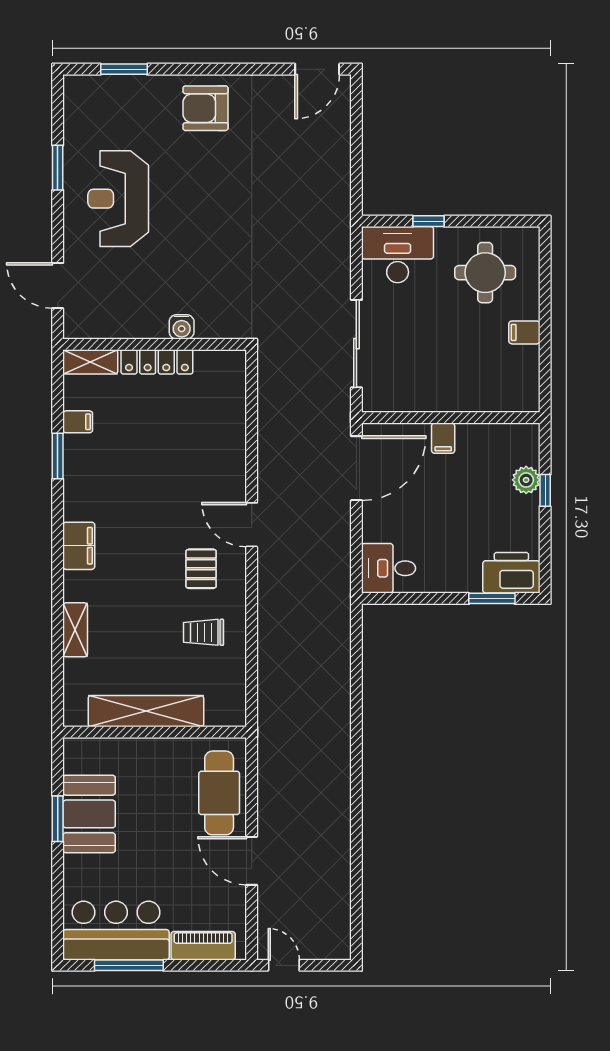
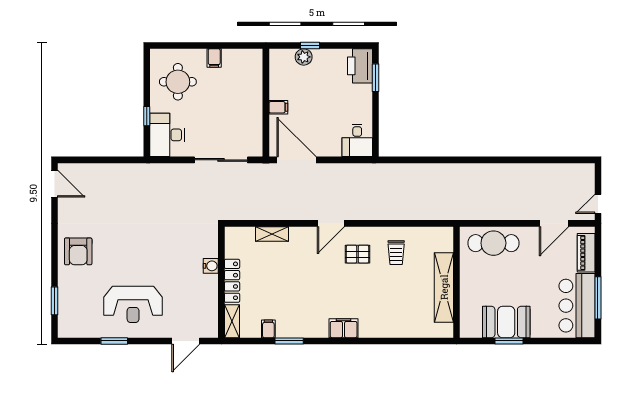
shelving: (75, 630) -> (272, 234), moved
door: (252, 861) -> (554, 223), moved

